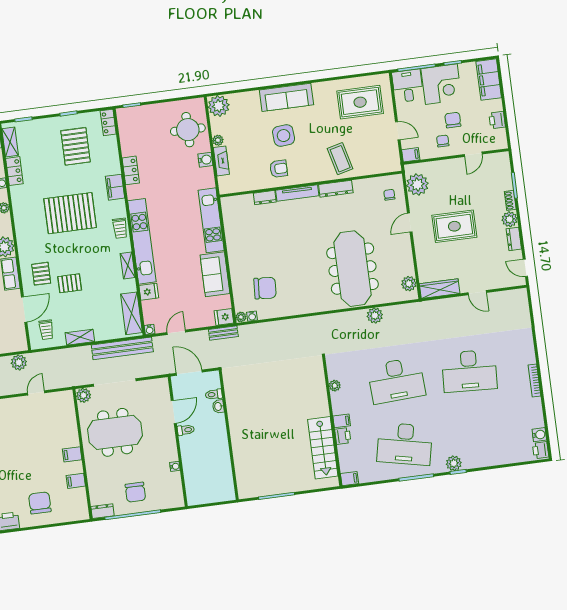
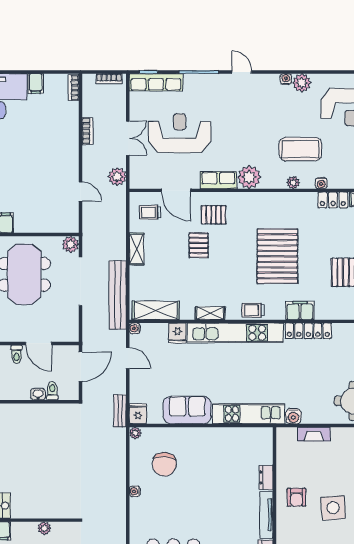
plant: (218, 140) -> (338, 433), removed
water cooler: (205, 160) -> (293, 416), moved
locker: (131, 170) -> (308, 331), width x1.53
water cooler: (252, 316) -> (135, 491), moved

